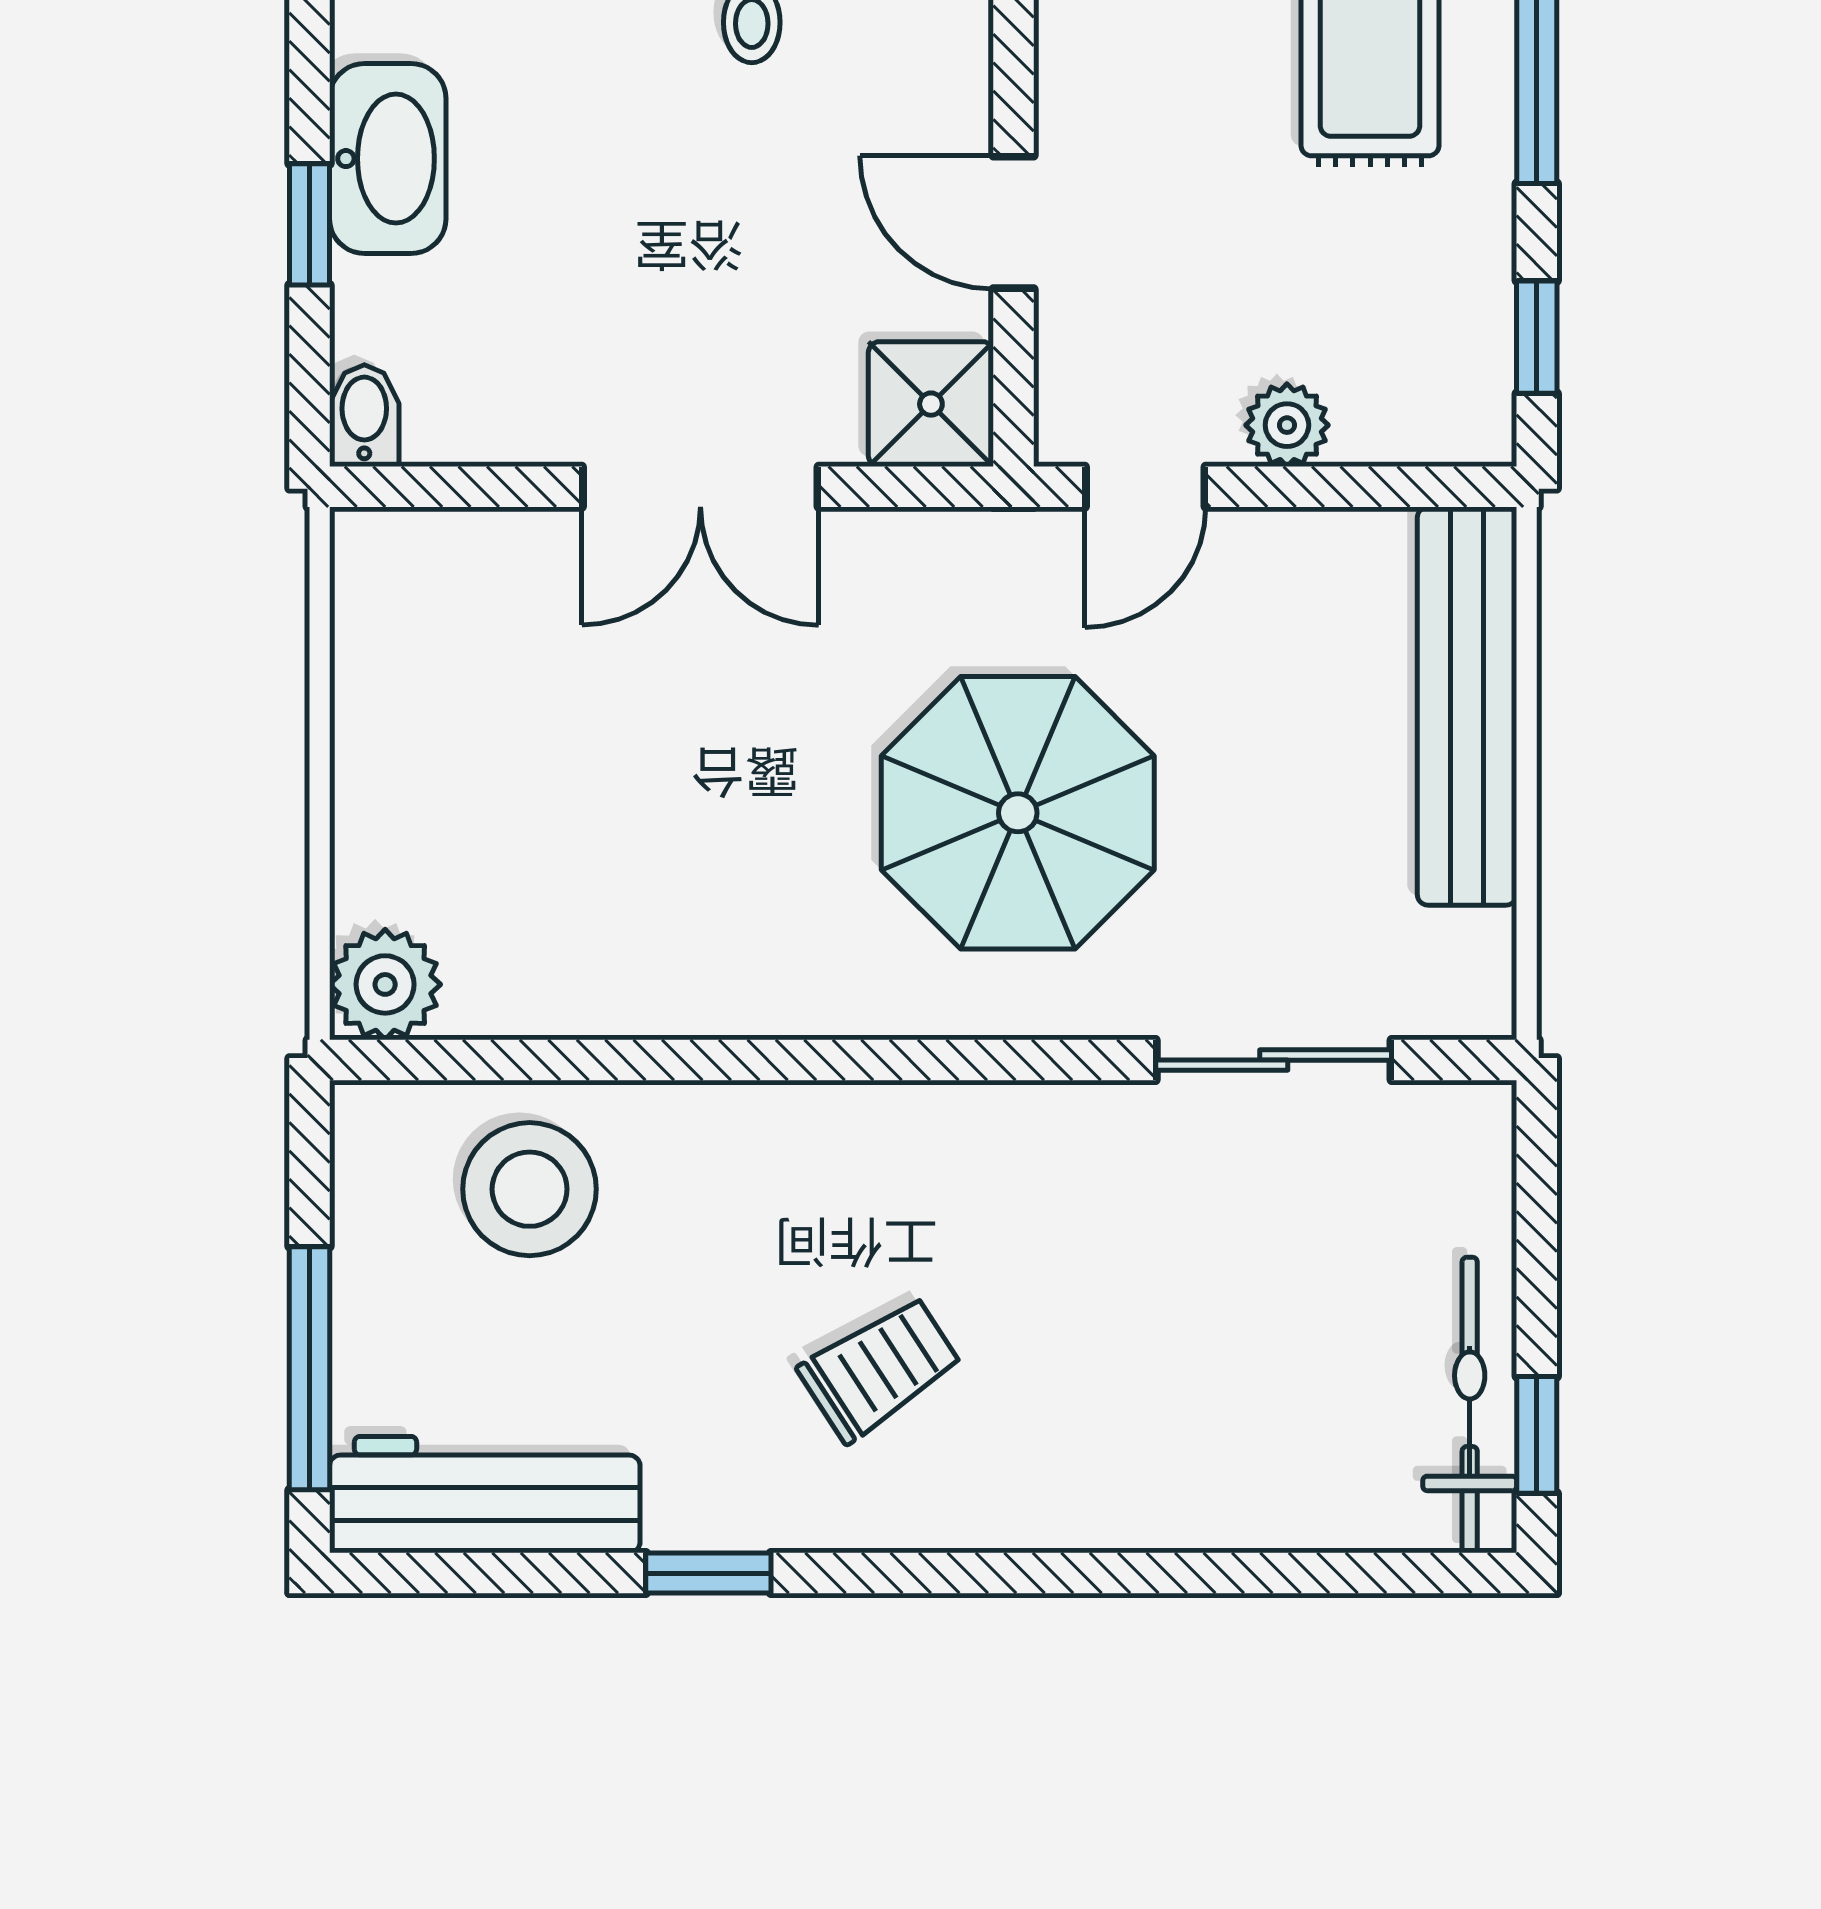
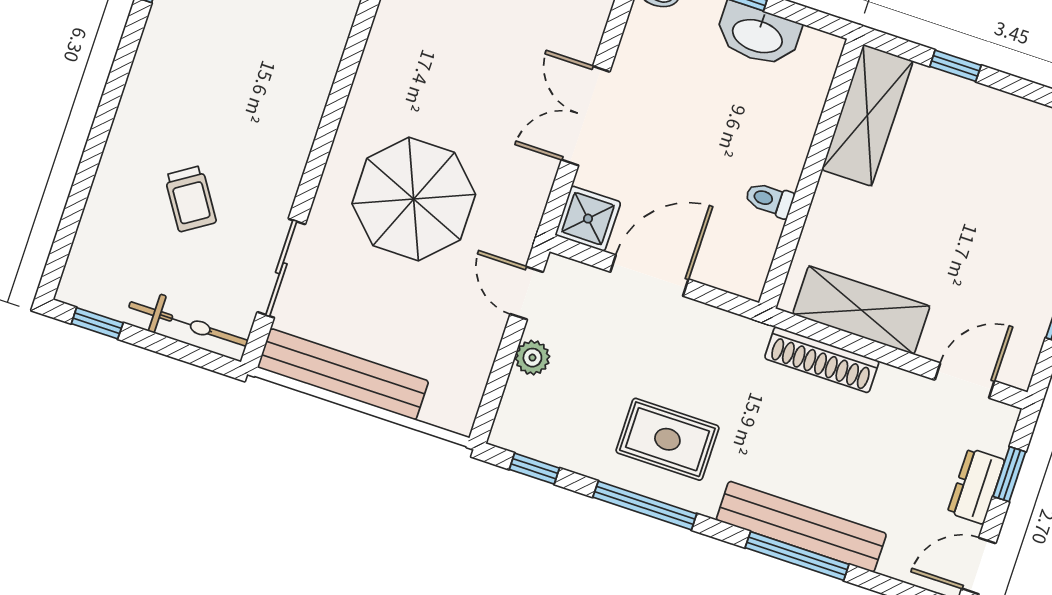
door: (1014, 222) -> (649, 276), width x1.38
bench: (1467, 706) -> (343, 374), moved
trolley: (880, 1369) -> (190, 199), moved
bicycle: (1470, 1405) -> (188, 324), moved

